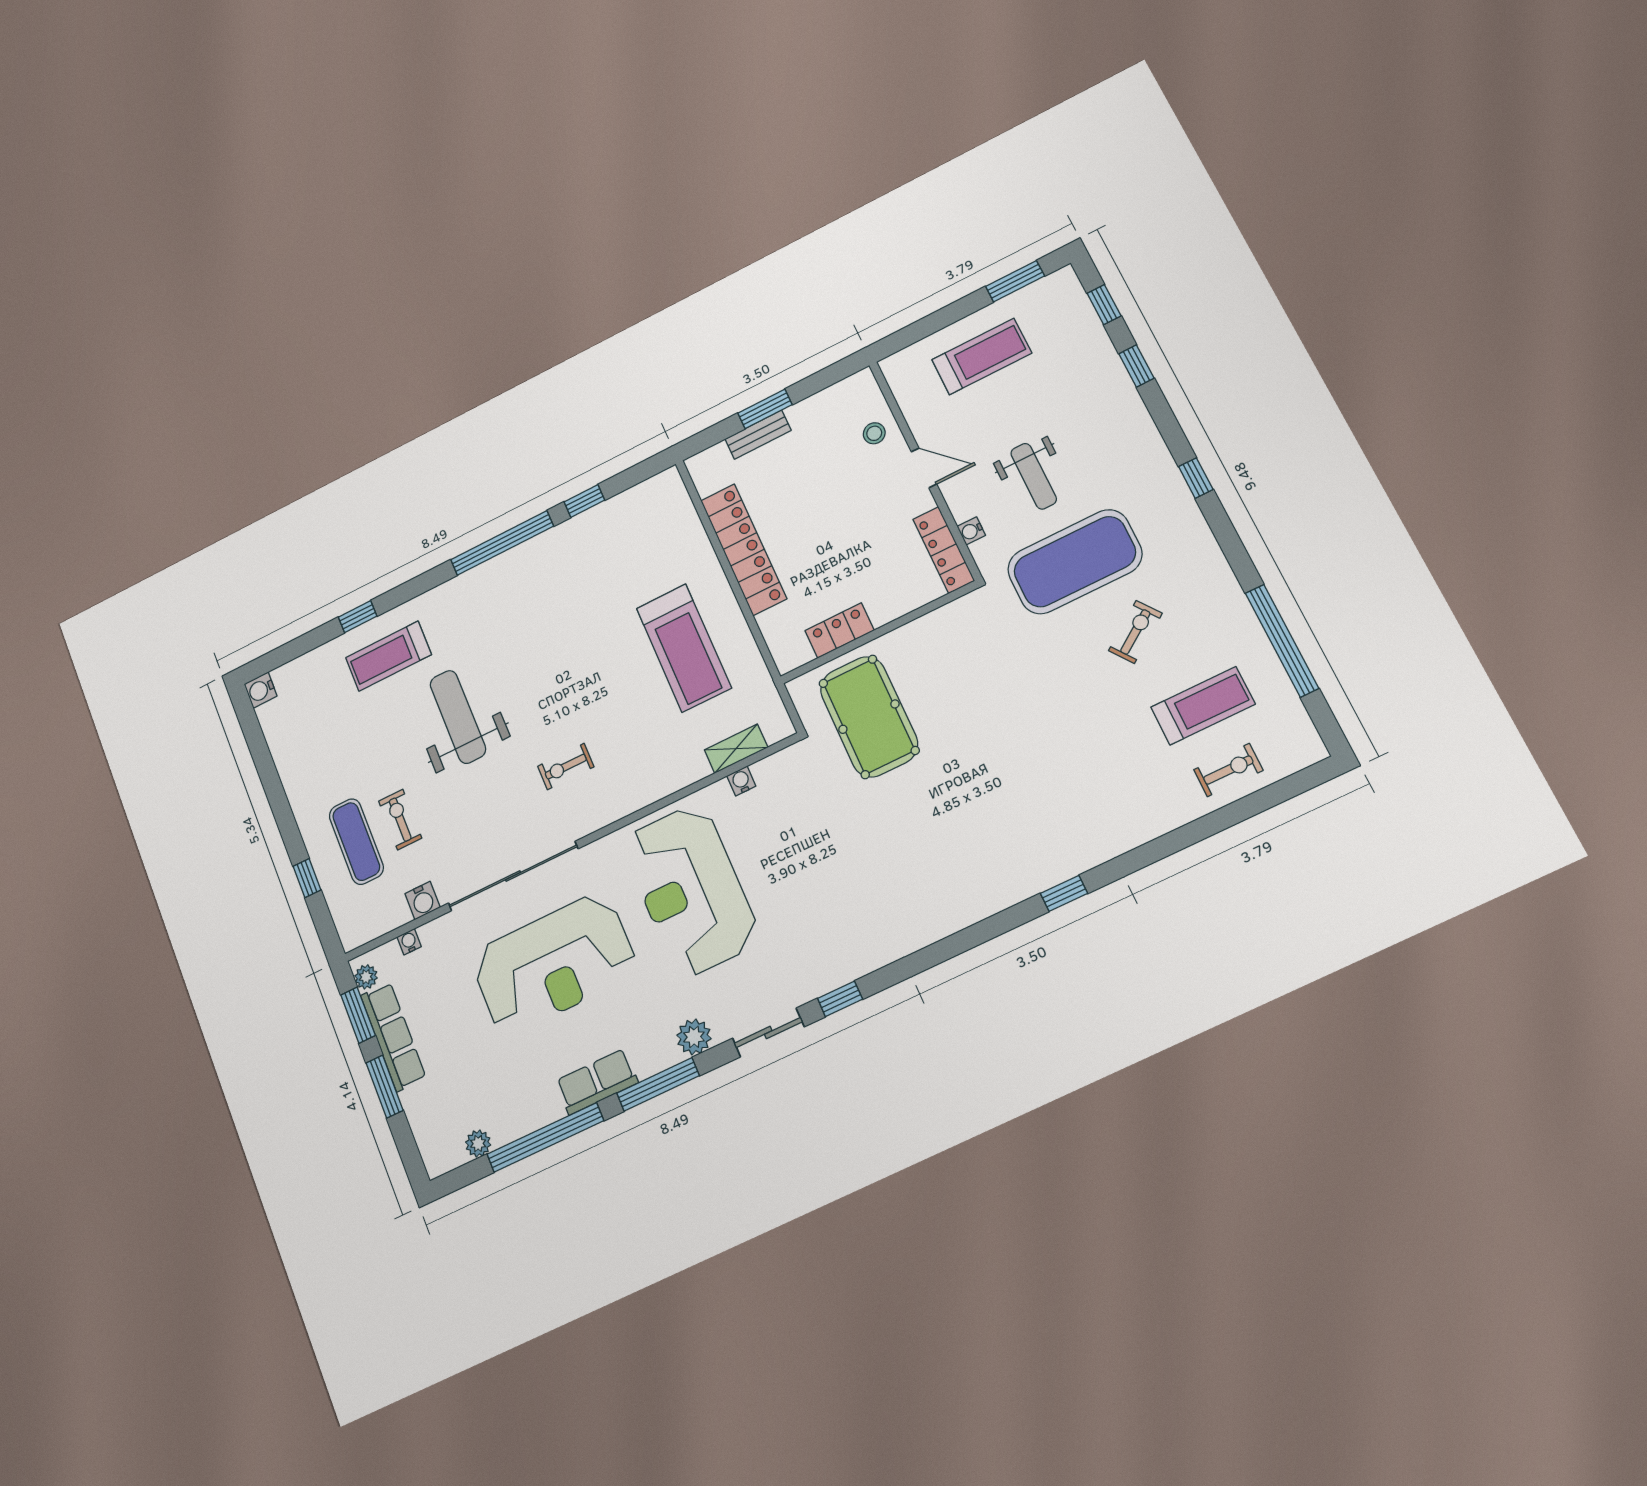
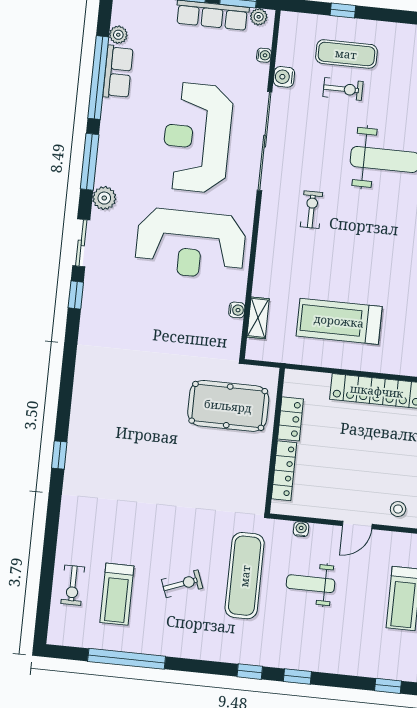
window: (1136, 366) -> (297, 676), moved
locker: (944, 550) -> (284, 471), moved, turned 90
exercise mat: (1075, 562) -> (245, 576), width x0.68
exercise bike: (1135, 632) -> (182, 584), turned -75
reception desk: (691, 890) -> (191, 244), turned 180
row of seats: (597, 1082) -> (118, 72), moved

